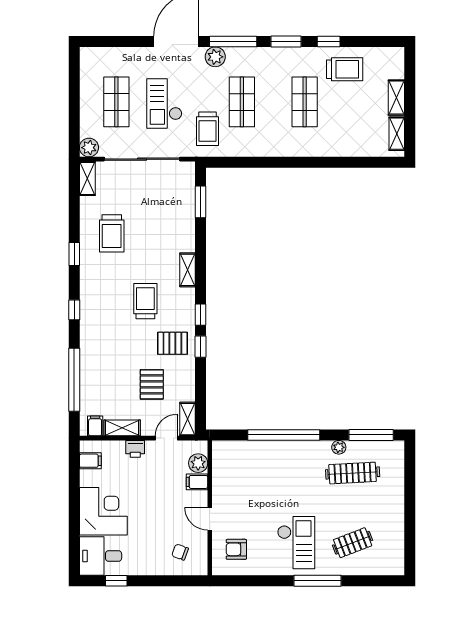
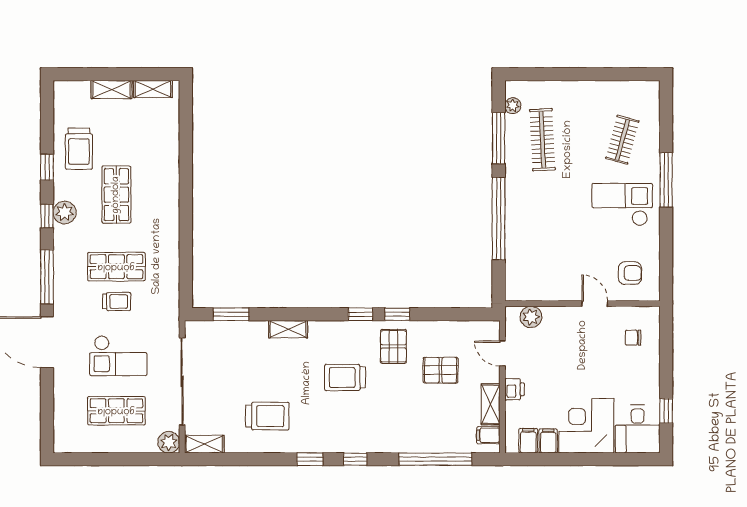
window: (286, 41) -> (47, 216), width x0.67
plant: (215, 57) -> (65, 212), moved
trolley: (345, 69) -> (79, 149), turned 180
shop shelf: (305, 102) -> (116, 195), turned 90
trolley: (208, 129) -> (117, 301), moved, width x0.73, depth x0.72
window: (74, 254) -> (310, 459), moved
shelving: (187, 270) -> (288, 329), moved
shelving: (187, 419) -> (480, 329), removed
window: (371, 435) -> (499, 138), moved
plant: (339, 447) -> (513, 106), moved
filing cabinet: (197, 482) -> (548, 441), moved, turned 180
door: (210, 519) -> (595, 304), swing flipped
clothes rail: (353, 543) -> (622, 140), turned 36
armchair: (236, 549) -> (630, 273), turned -90
chair: (180, 552) -> (633, 338), turned 70

